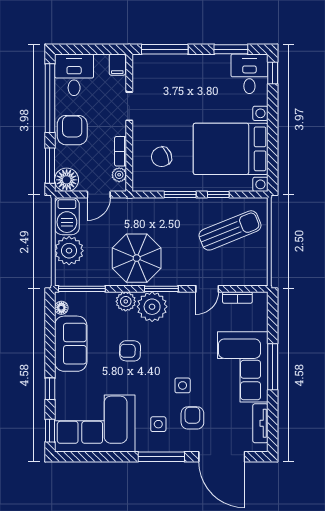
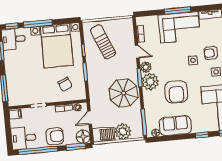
window: (273, 119) -> (38, 24), added
armchair: (72, 130) -> (55, 136), turned 180
door: (99, 194) -> (90, 118), swing flipped
plant: (126, 301) -> (146, 67), moved
armchair: (130, 351) -> (176, 92), width x1.88, depth x1.88

